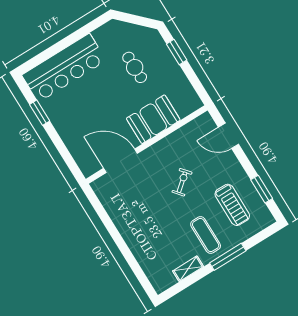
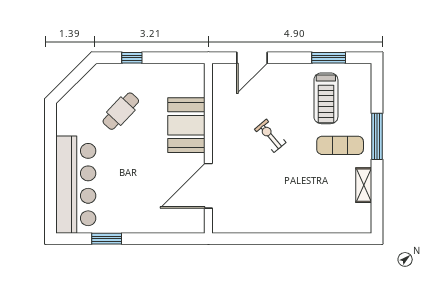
window: (177, 52) -> (132, 58), width x0.67
cafe table: (135, 67) -> (121, 111), turned -47
treadmill: (232, 205) -> (326, 98), turned 90

